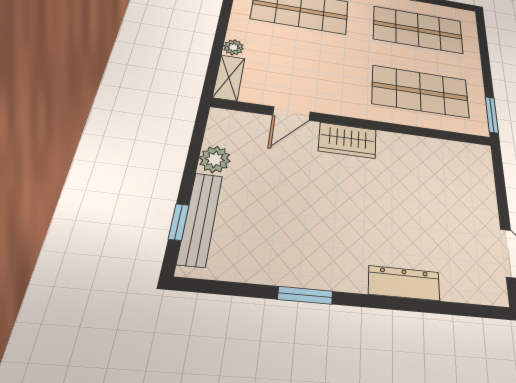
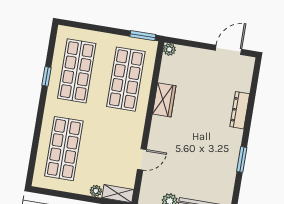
door: (291, 114) -> (142, 159), hinge flipped
wardrobe: (348, 140) -> (164, 100), moved
plant: (482, 154) -> (169, 49), added

